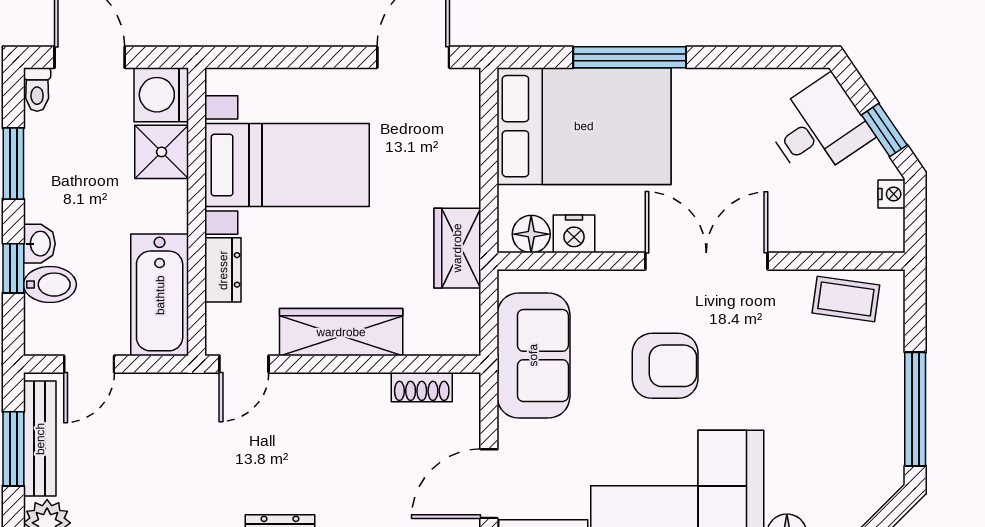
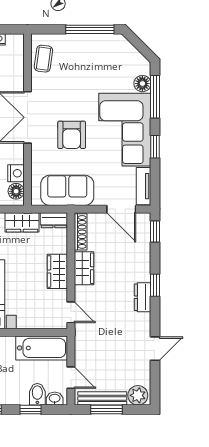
washbasin: (39, 244) -> (55, 399), moved
dresser: (223, 270) -> (54, 220), moved, turned 180
wardrobe: (341, 332) -> (57, 271), width x0.67
armchair: (665, 366) -> (72, 135), turned 180
shoe rack: (422, 387) -> (81, 232), width x1.43
wardrobe: (349, 395) -> (84, 268), added

